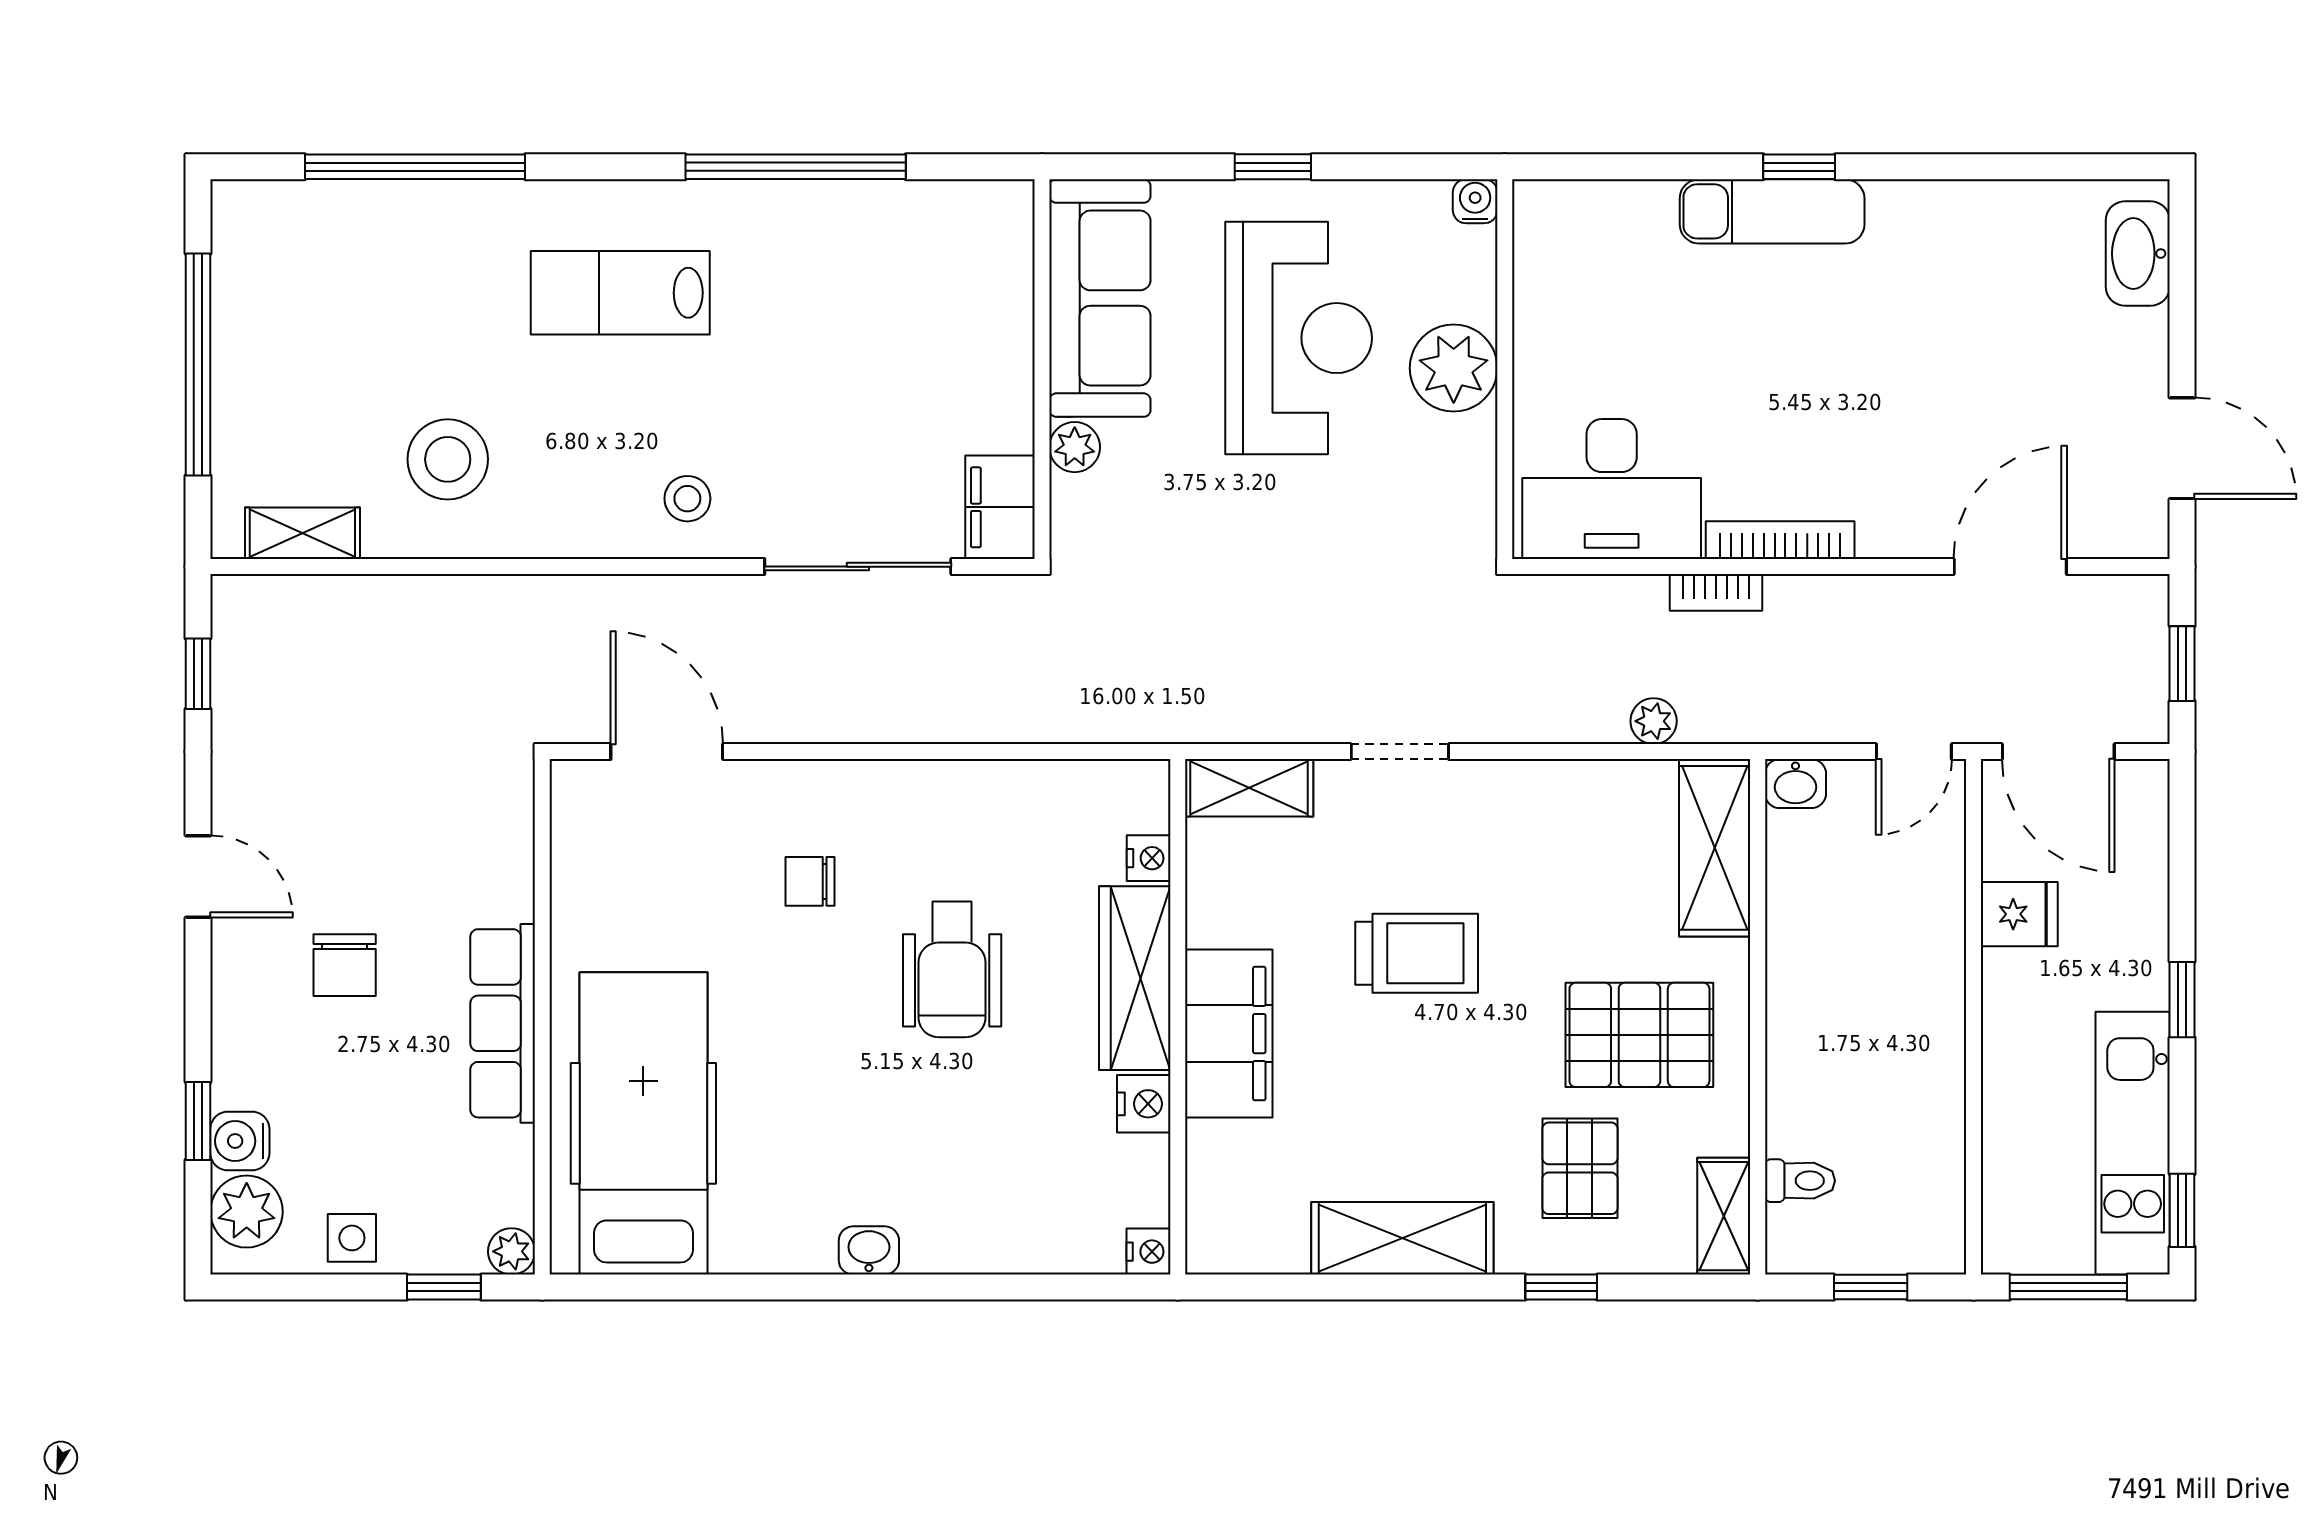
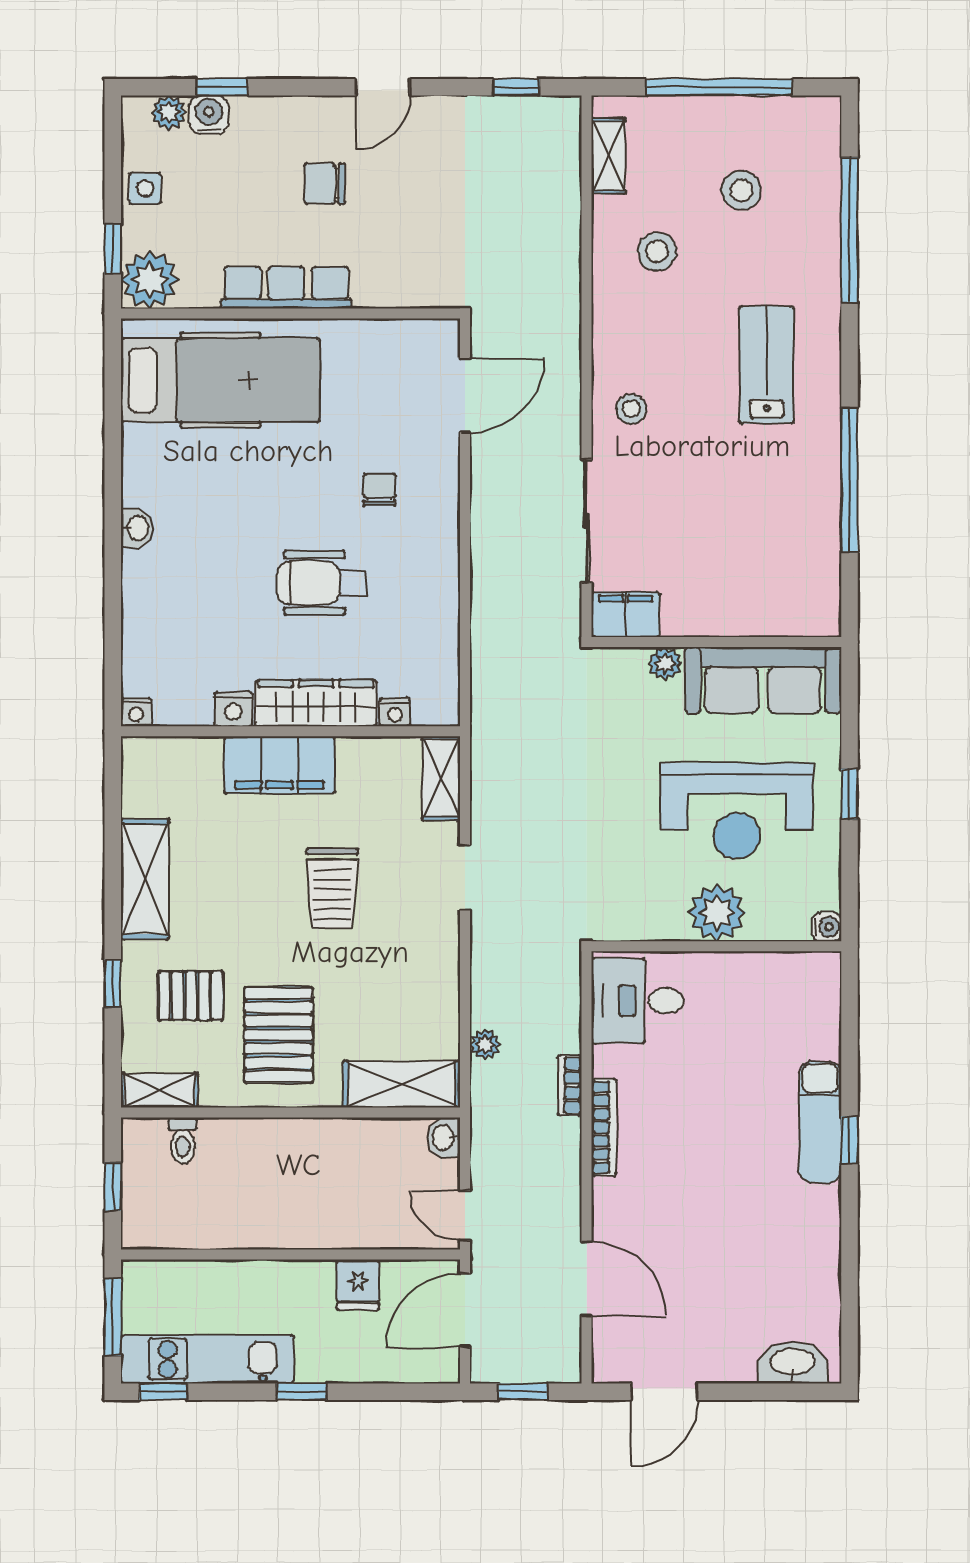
stool: (355, 331) -> (741, 190), added
stool: (448, 459) -> (657, 251), width x0.73, depth x0.73
desk: (1612, 489) -> (638, 1001), width x0.73
plant: (247, 1212) -> (169, 113), width x0.73, depth x0.73
plant: (512, 1251) -> (150, 280), width x1.88, depth x1.88

